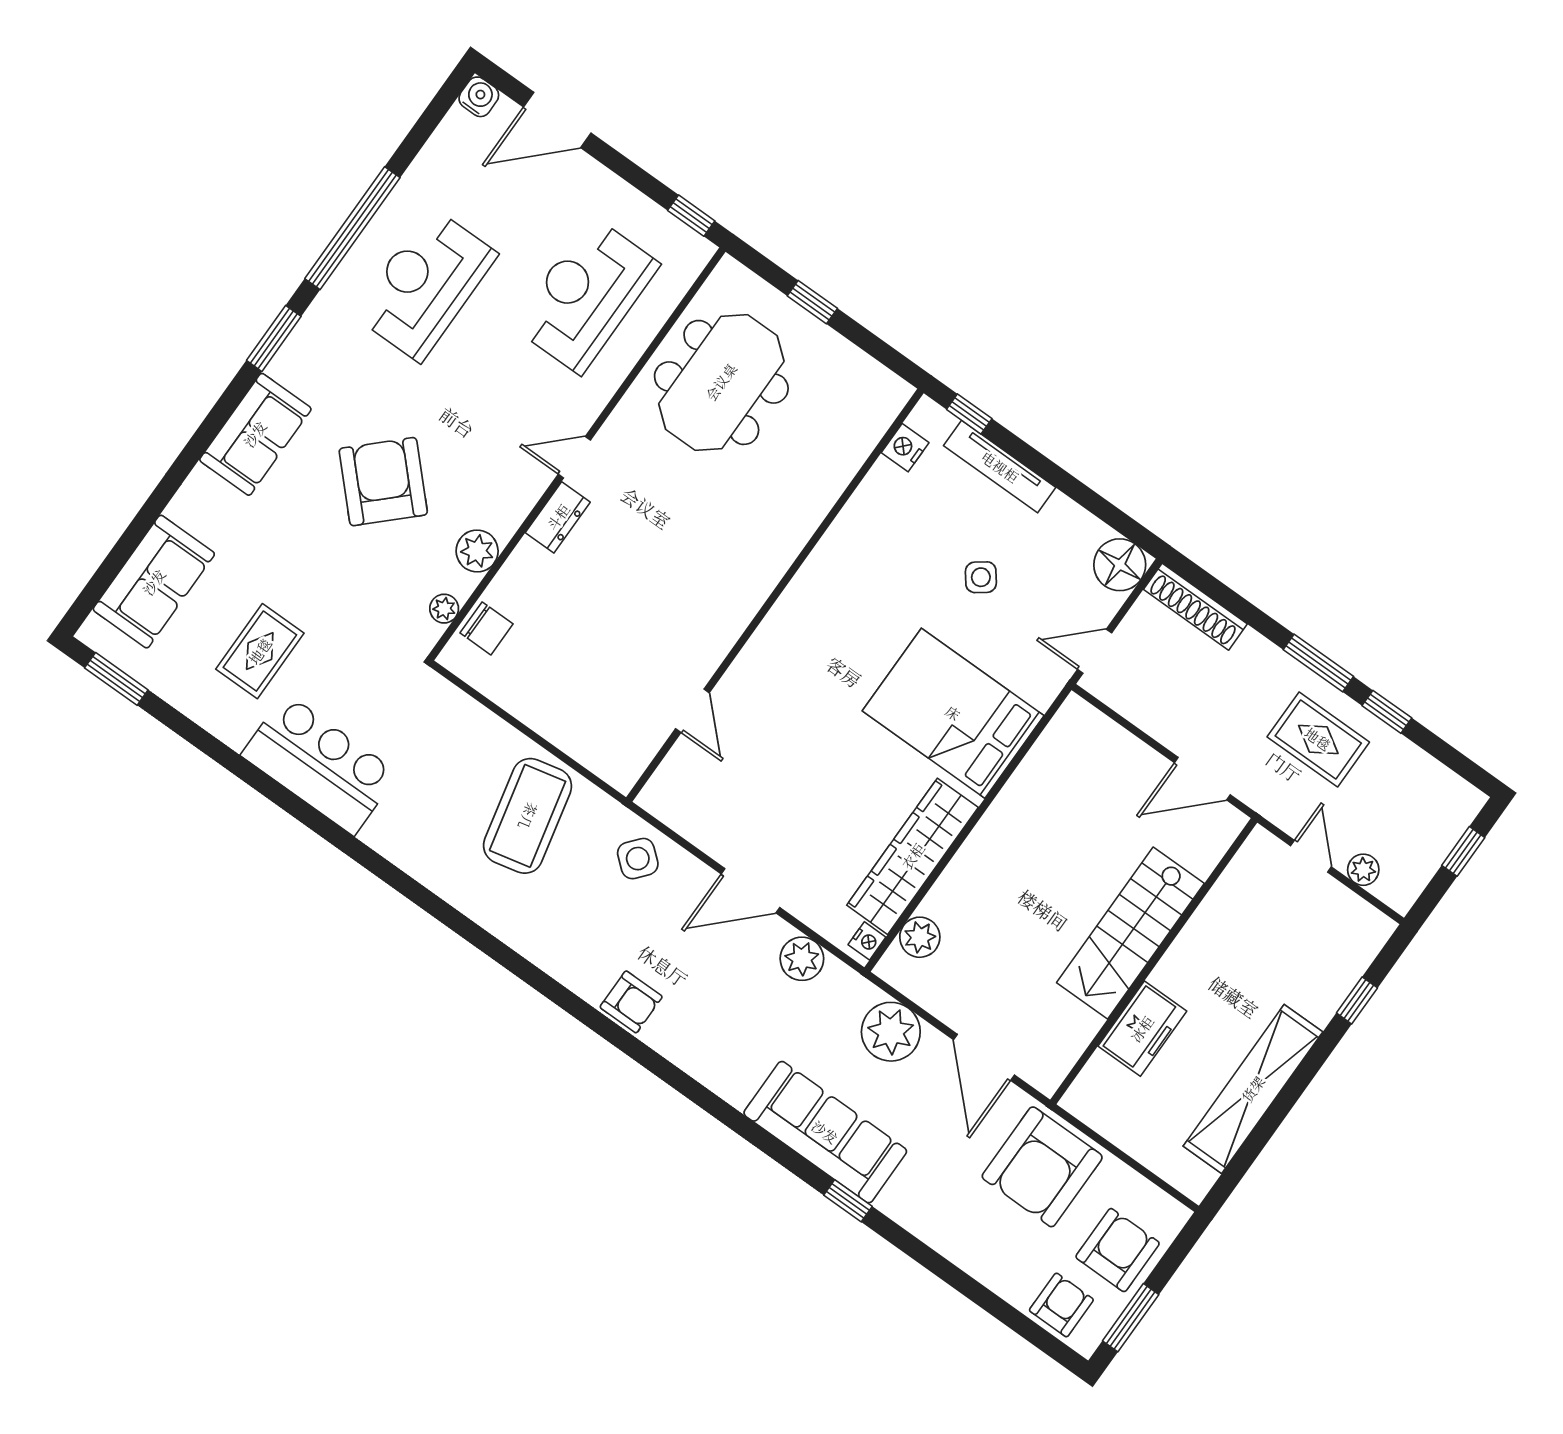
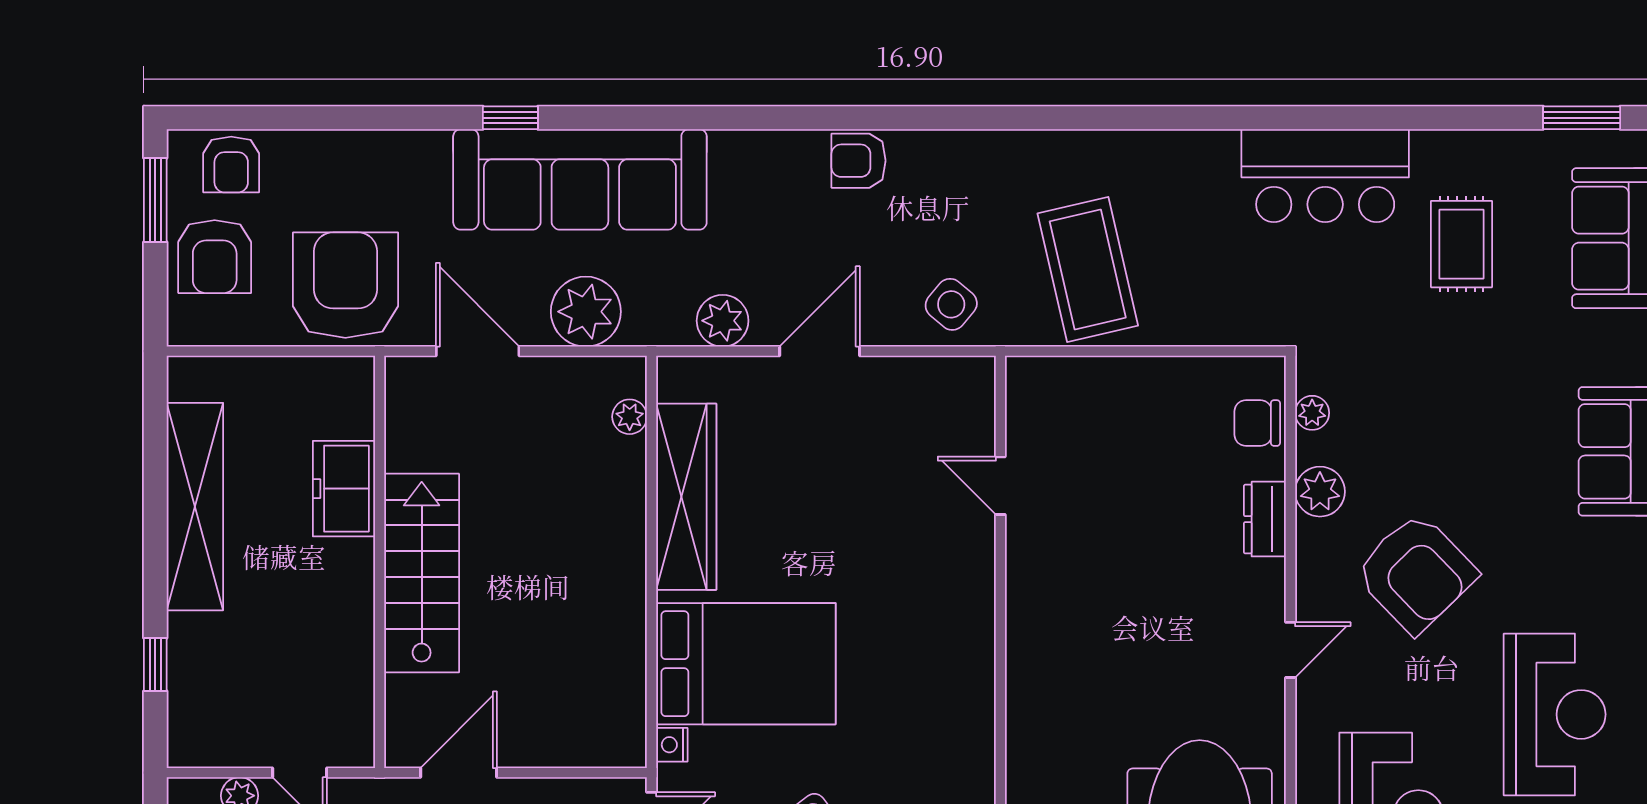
armchair: (383, 482) -> (1416, 573), moved
dresser: (558, 517) -> (1265, 519), moved
plant: (920, 937) -> (630, 417), width x0.73, depth x0.73
nightstand: (867, 941) -> (672, 745), moved
sofa: (825, 1132) -> (580, 179), width x1.36, depth x1.27

